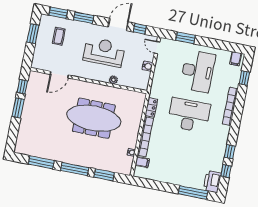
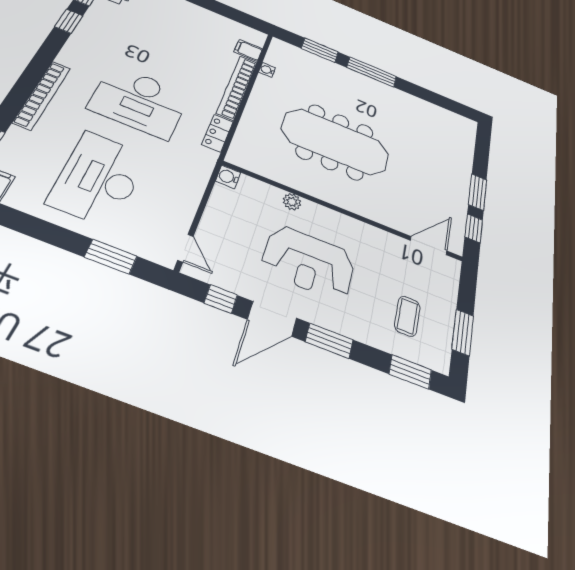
window: (84, 18) -> (329, 341), moved
water cooler: (147, 66) -> (228, 177), moved
door: (59, 75) -> (429, 246), moved
window: (41, 162) -> (430, 96), removed

